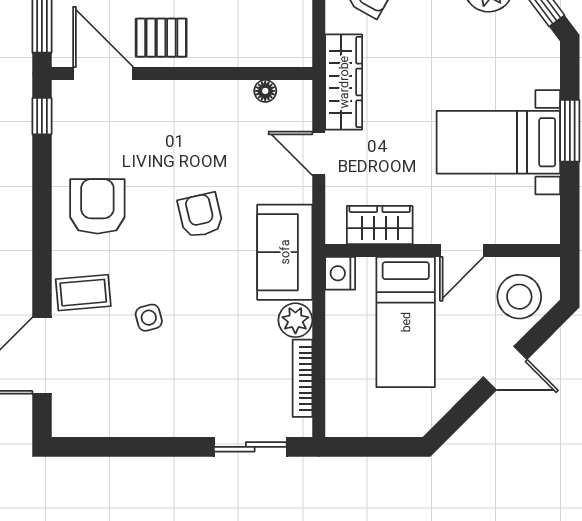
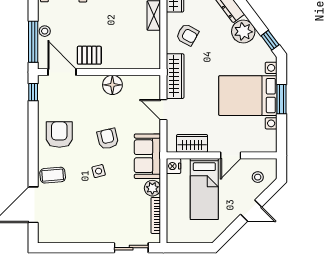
floor lamp: (265, 91) -> (112, 85), moved, width x1.89, depth x1.89
bed with nightstands: (498, 142) -> (248, 96), width x1.36
stool: (519, 297) -> (258, 177), width x0.53, depth x0.53
side table: (149, 318) -> (99, 171), moved

